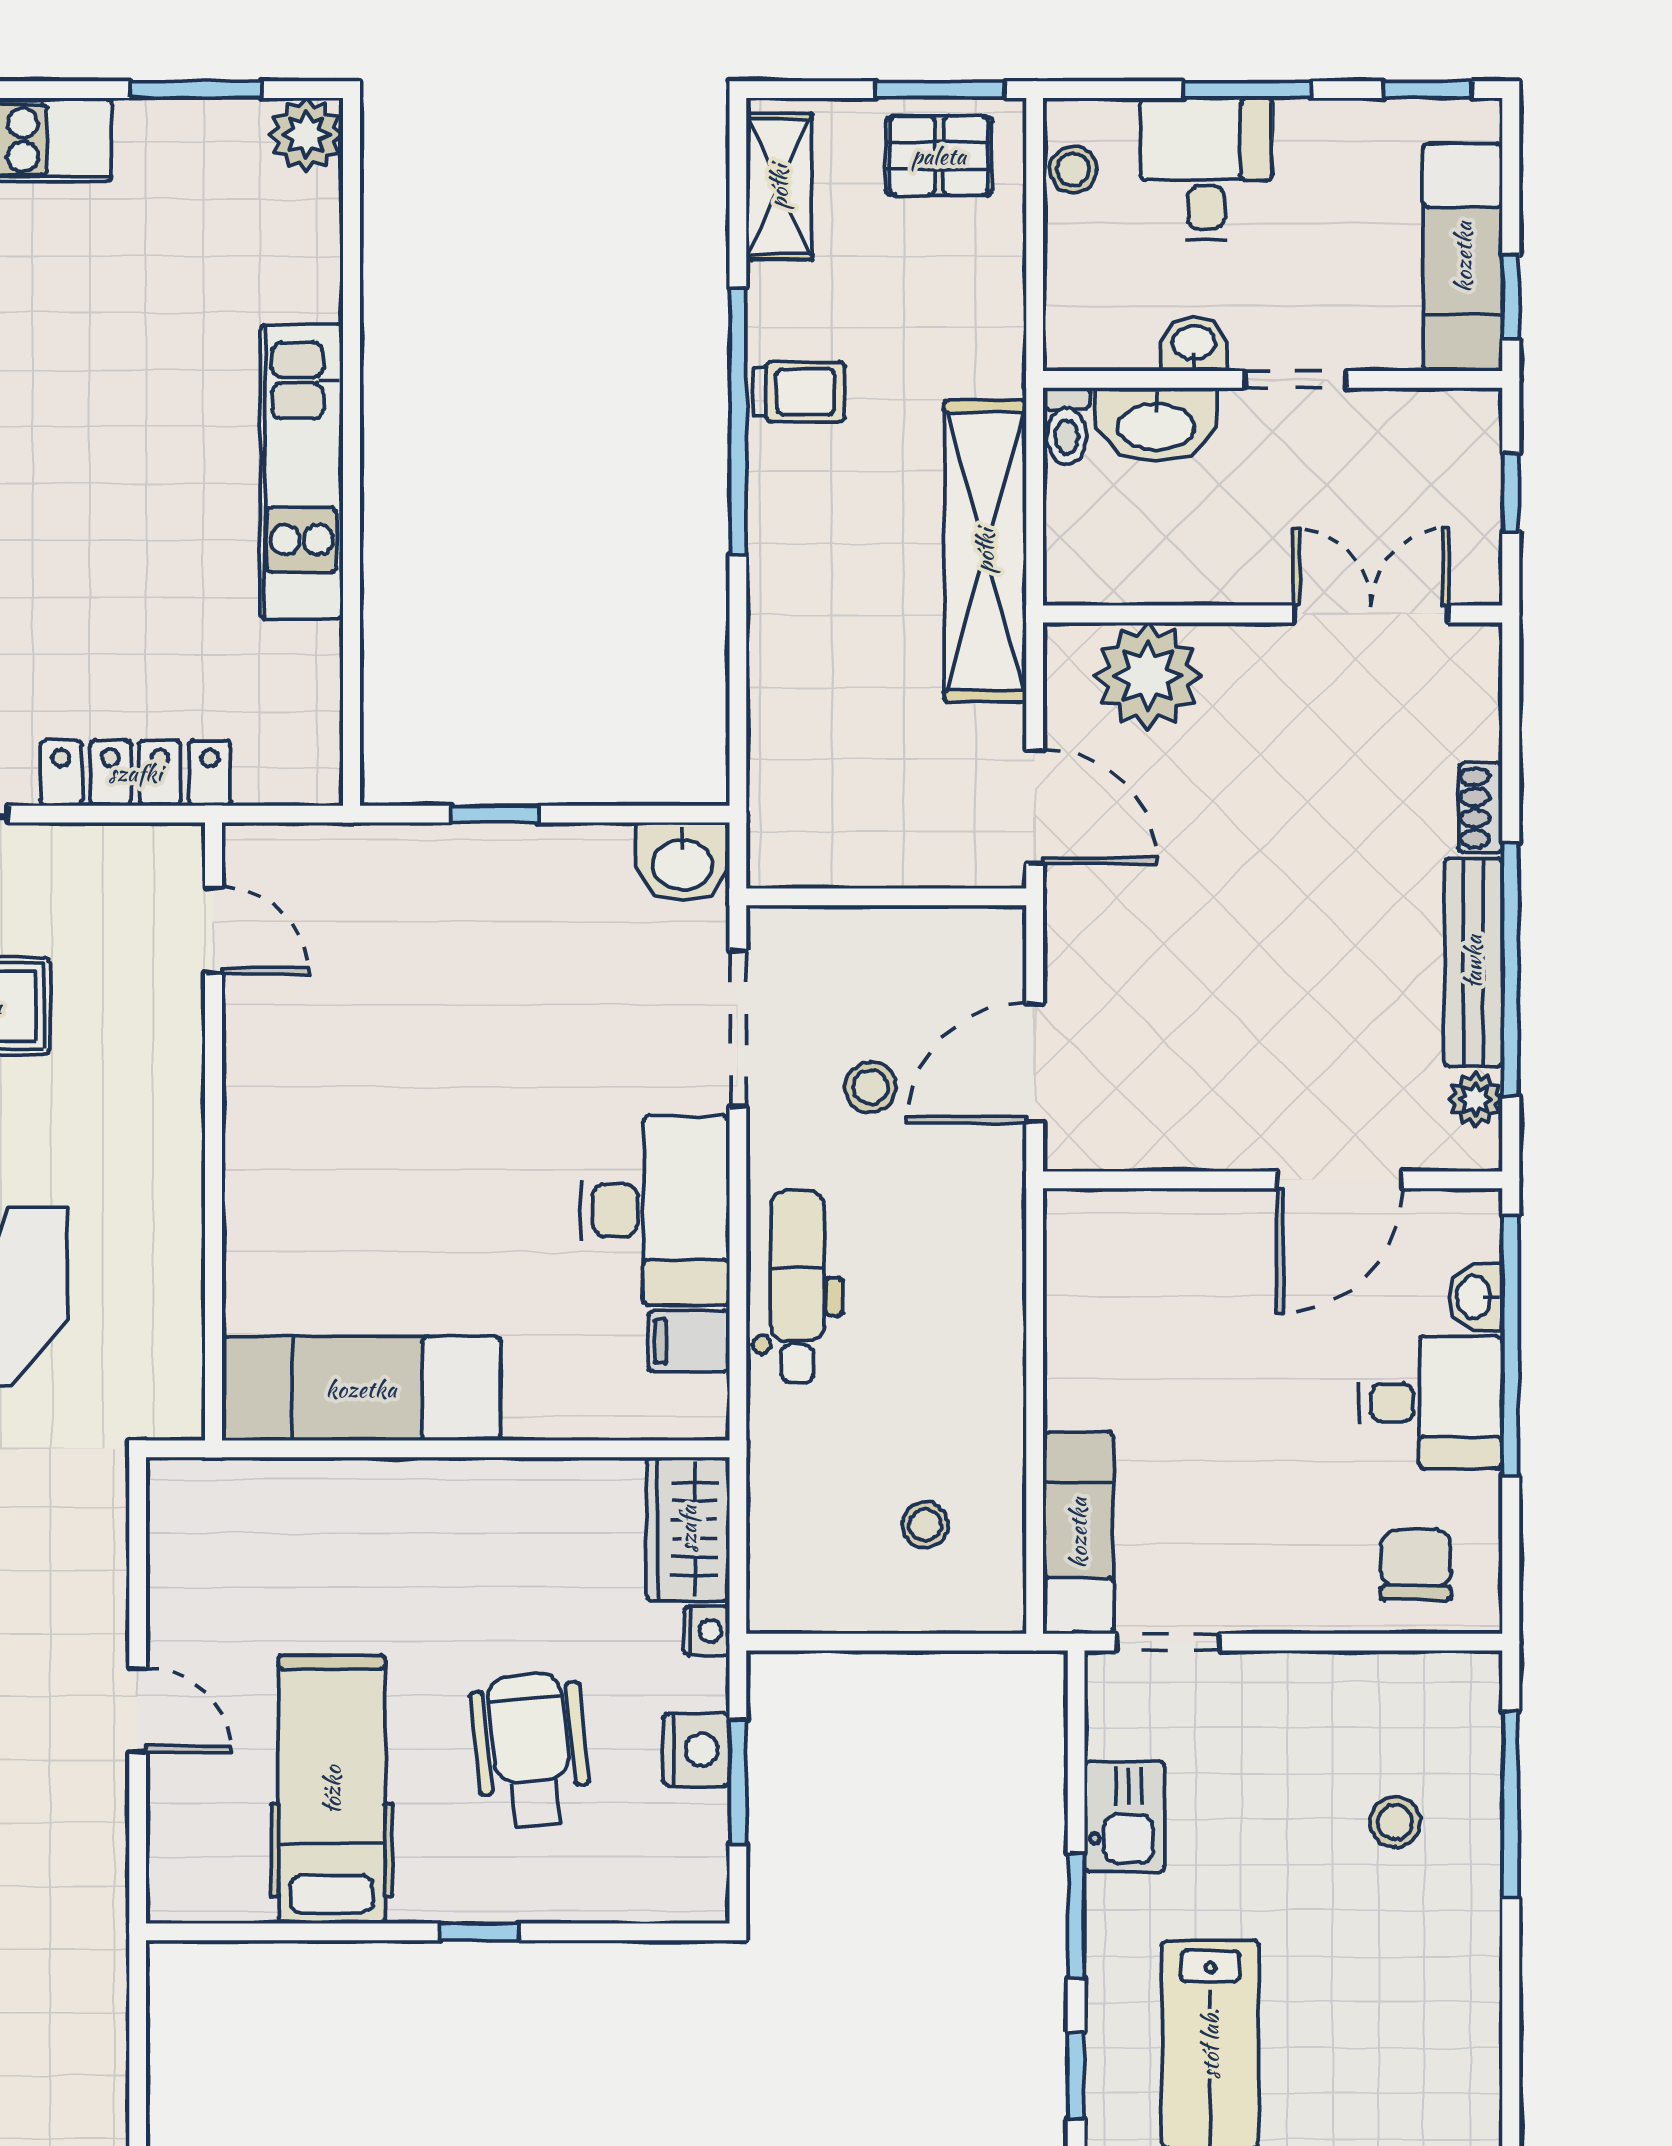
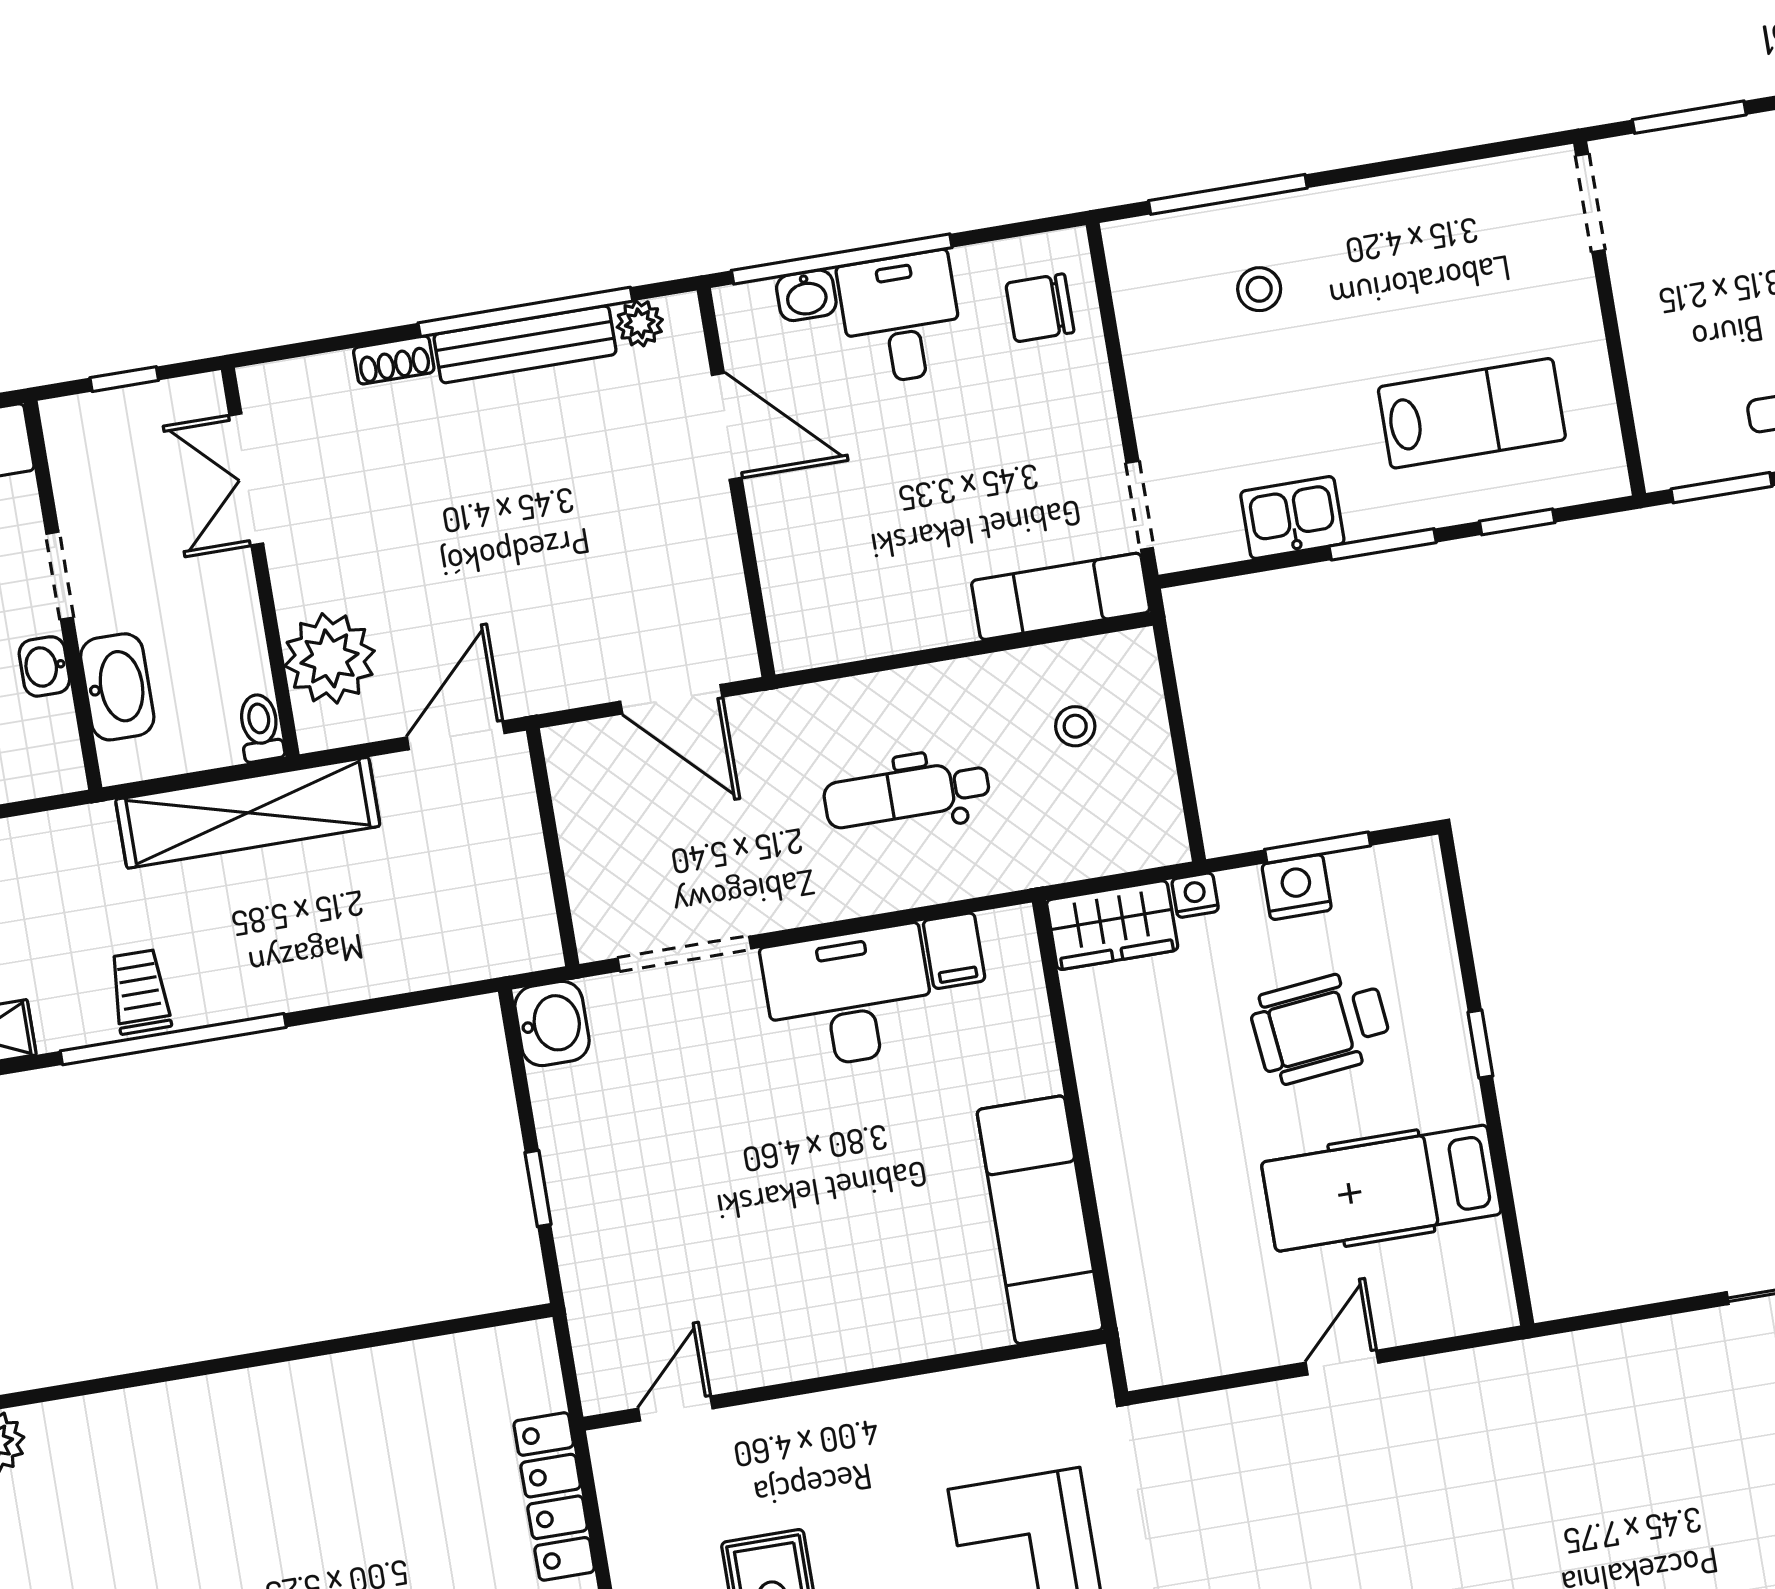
toilet: (1067, 426) -> (260, 728), moved, turned -90
kitchen unit: (302, 472) -> (277, 1399), removed
stool: (871, 1087) -> (715, 834), removed
dental chair: (798, 1287) -> (907, 794), moved

